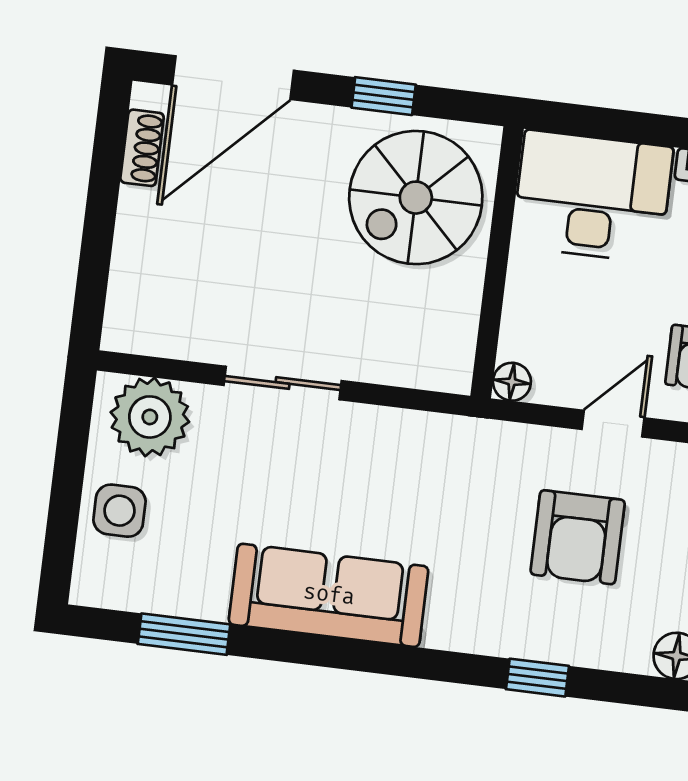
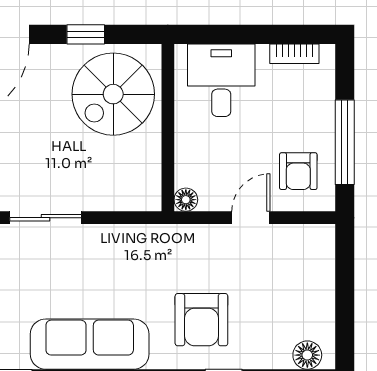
desk: (592, 197) -> (221, 80), width x0.73
armchair: (578, 537) -> (201, 320), moved

